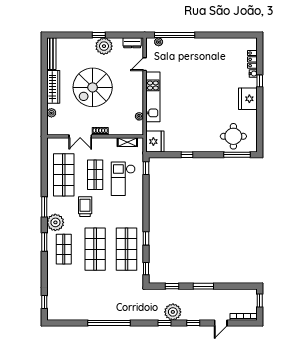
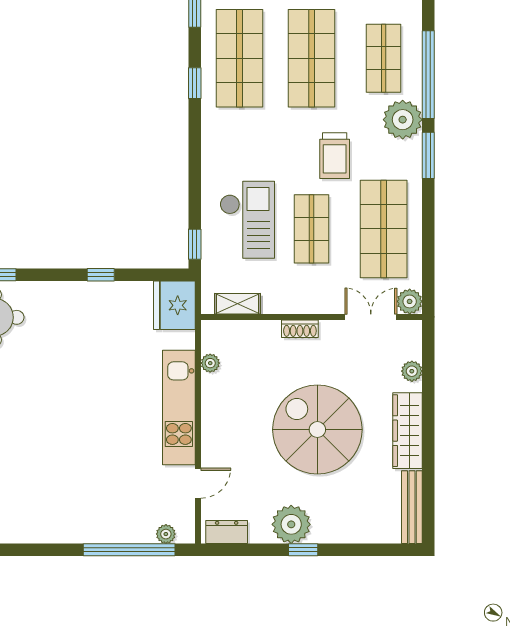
spiral stairs: (93, 87) -> (317, 430), turned -90
double door: (80, 136) -> (371, 317), moved
plant: (52, 143) -> (410, 301), added
window: (44, 242) -> (428, 75), width x2.11

